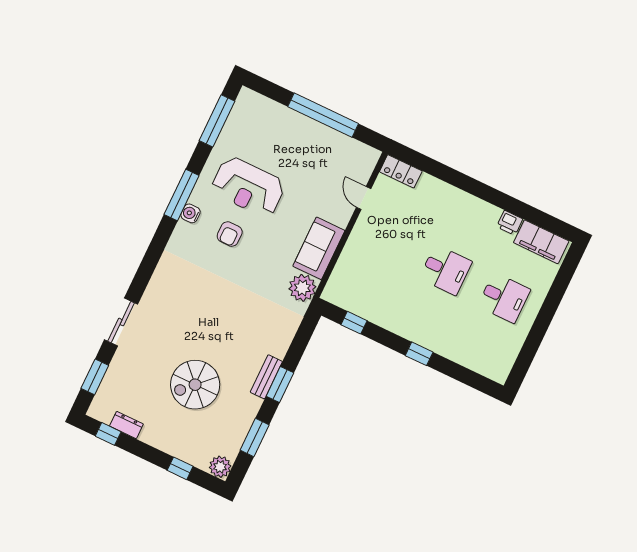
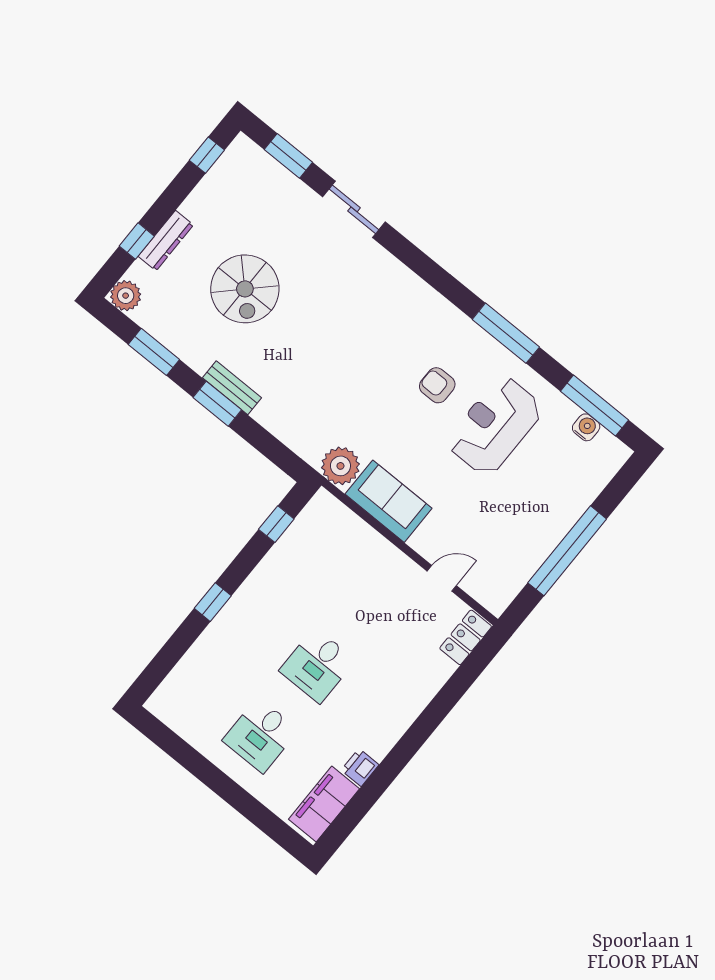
water cooler: (190, 213) -> (586, 427), moved
spiral stairs: (195, 385) -> (245, 289), turned 180
dresser: (126, 425) -> (166, 241), moved, width x1.44

